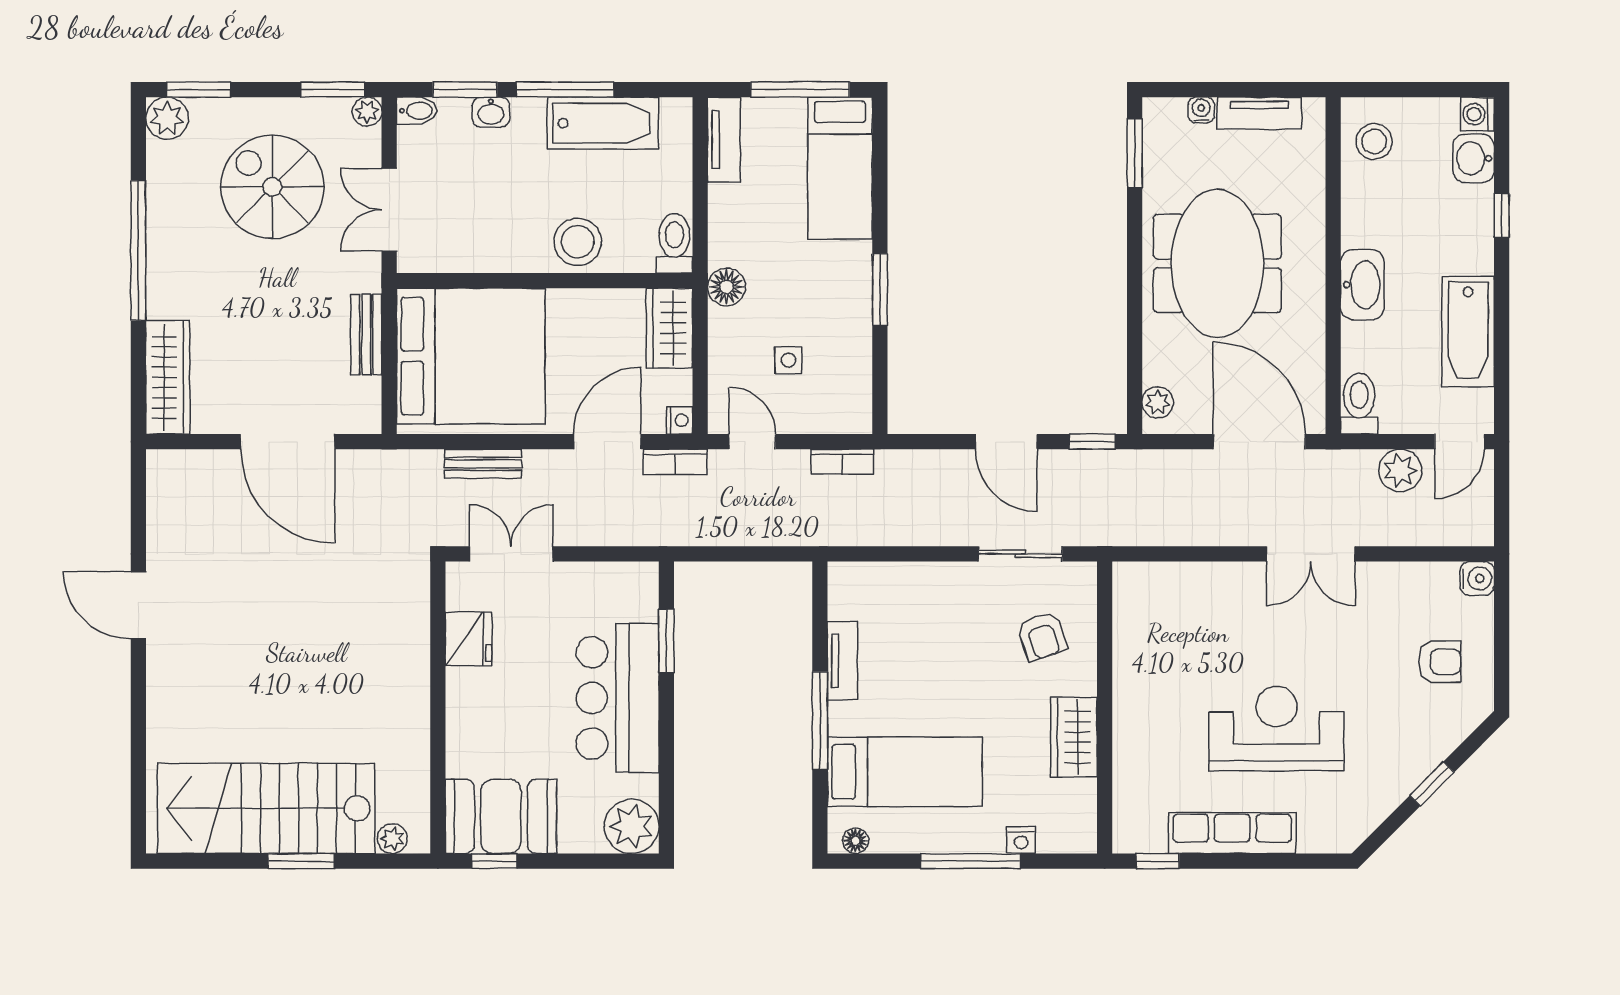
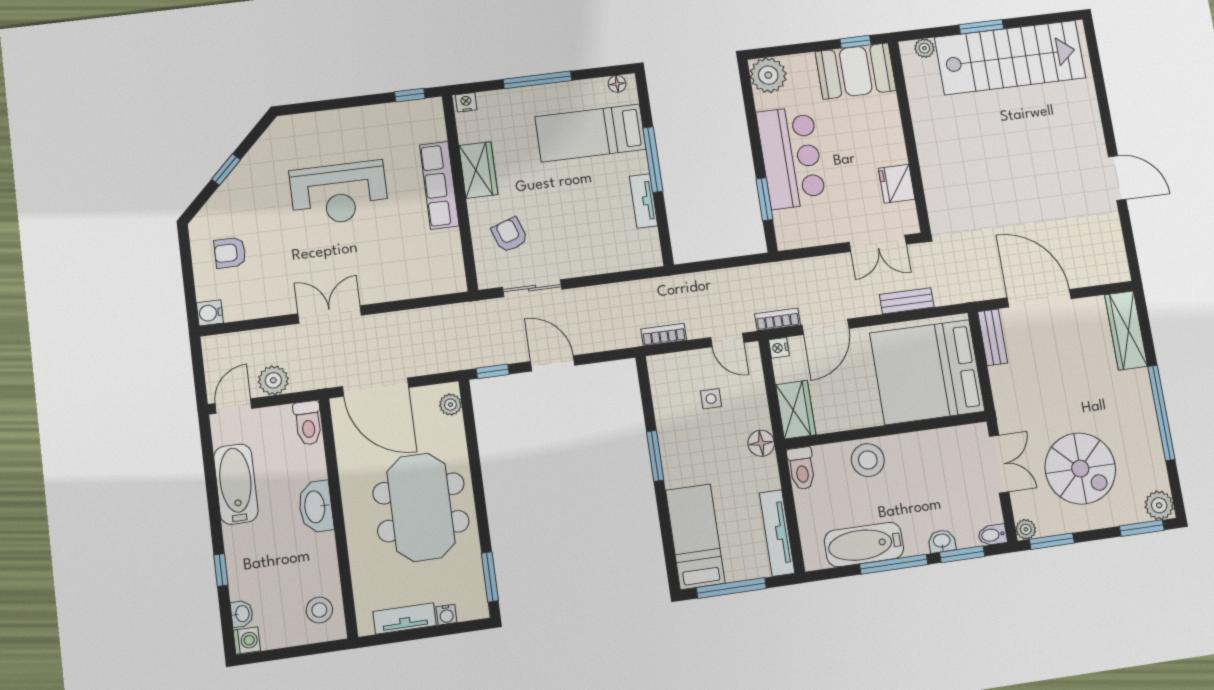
tv unit: (724, 140) -> (777, 533), width x1.41
washbasin: (1474, 158) -> (242, 614), width x0.72, depth x0.69
bench: (366, 335) -> (993, 337), moved
row of seats: (1232, 833) -> (439, 185), moved, turned 90
nightstand: (1021, 840) -> (466, 102), moved

